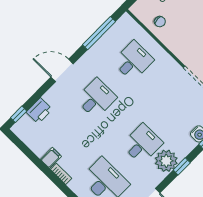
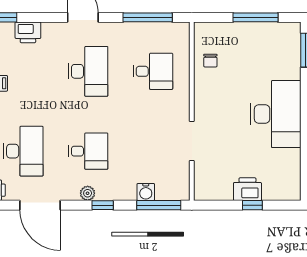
desk: (96, 98) -> (88, 71), width x1.37
plant: (166, 161) -> (88, 193), width x0.53, depth x0.53

